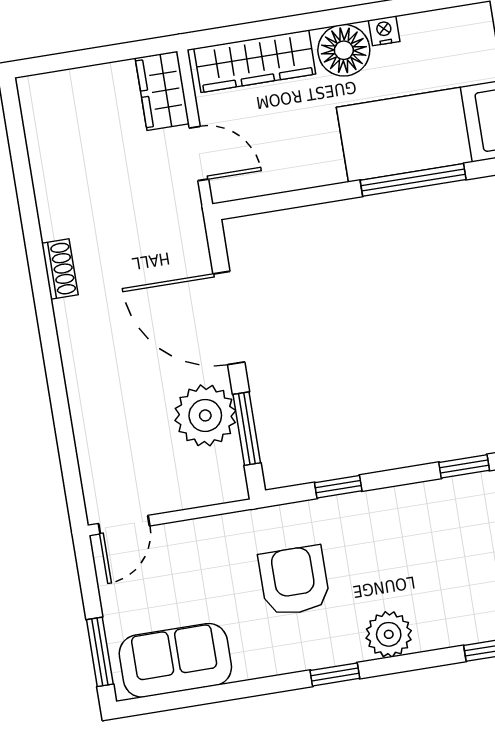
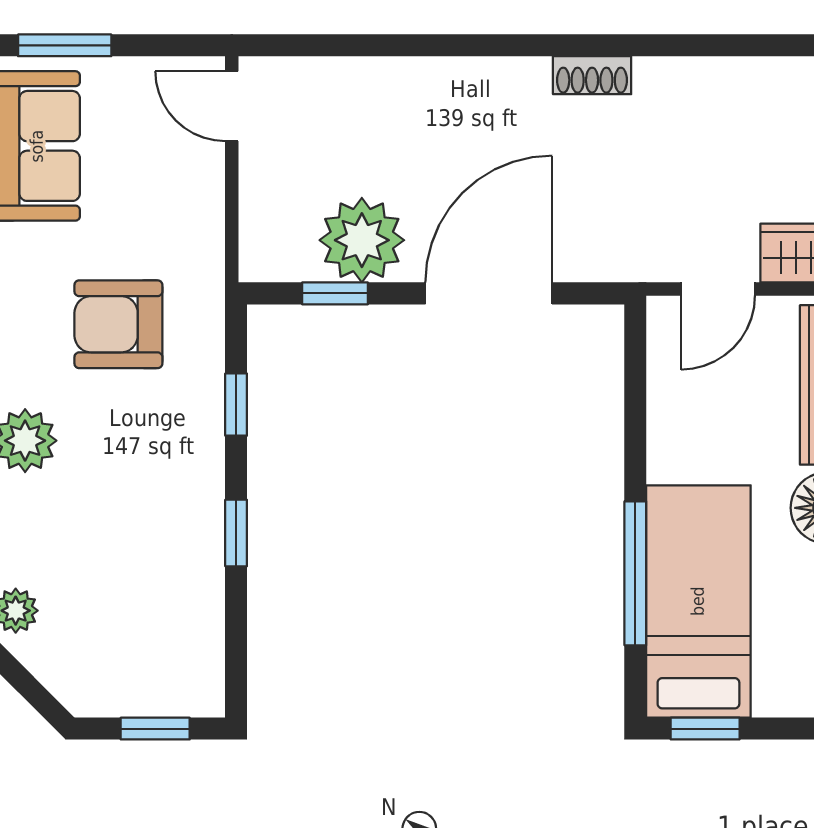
window: (247, 429) -> (335, 293), width x0.67
window: (464, 466) -> (236, 533), moved
armchair: (294, 581) -> (118, 324), turned 180

